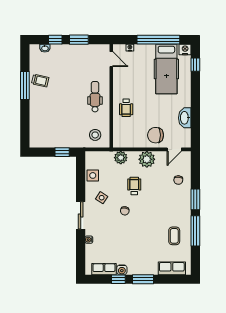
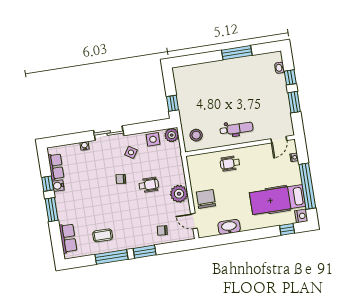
trolley: (40, 81) -> (245, 68), removed
plant: (121, 158) -> (172, 135), moved

